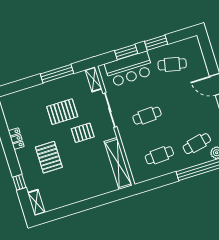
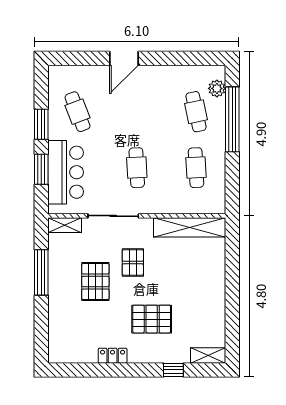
cafe table: (172, 64) -> (78, 112), turned -33

